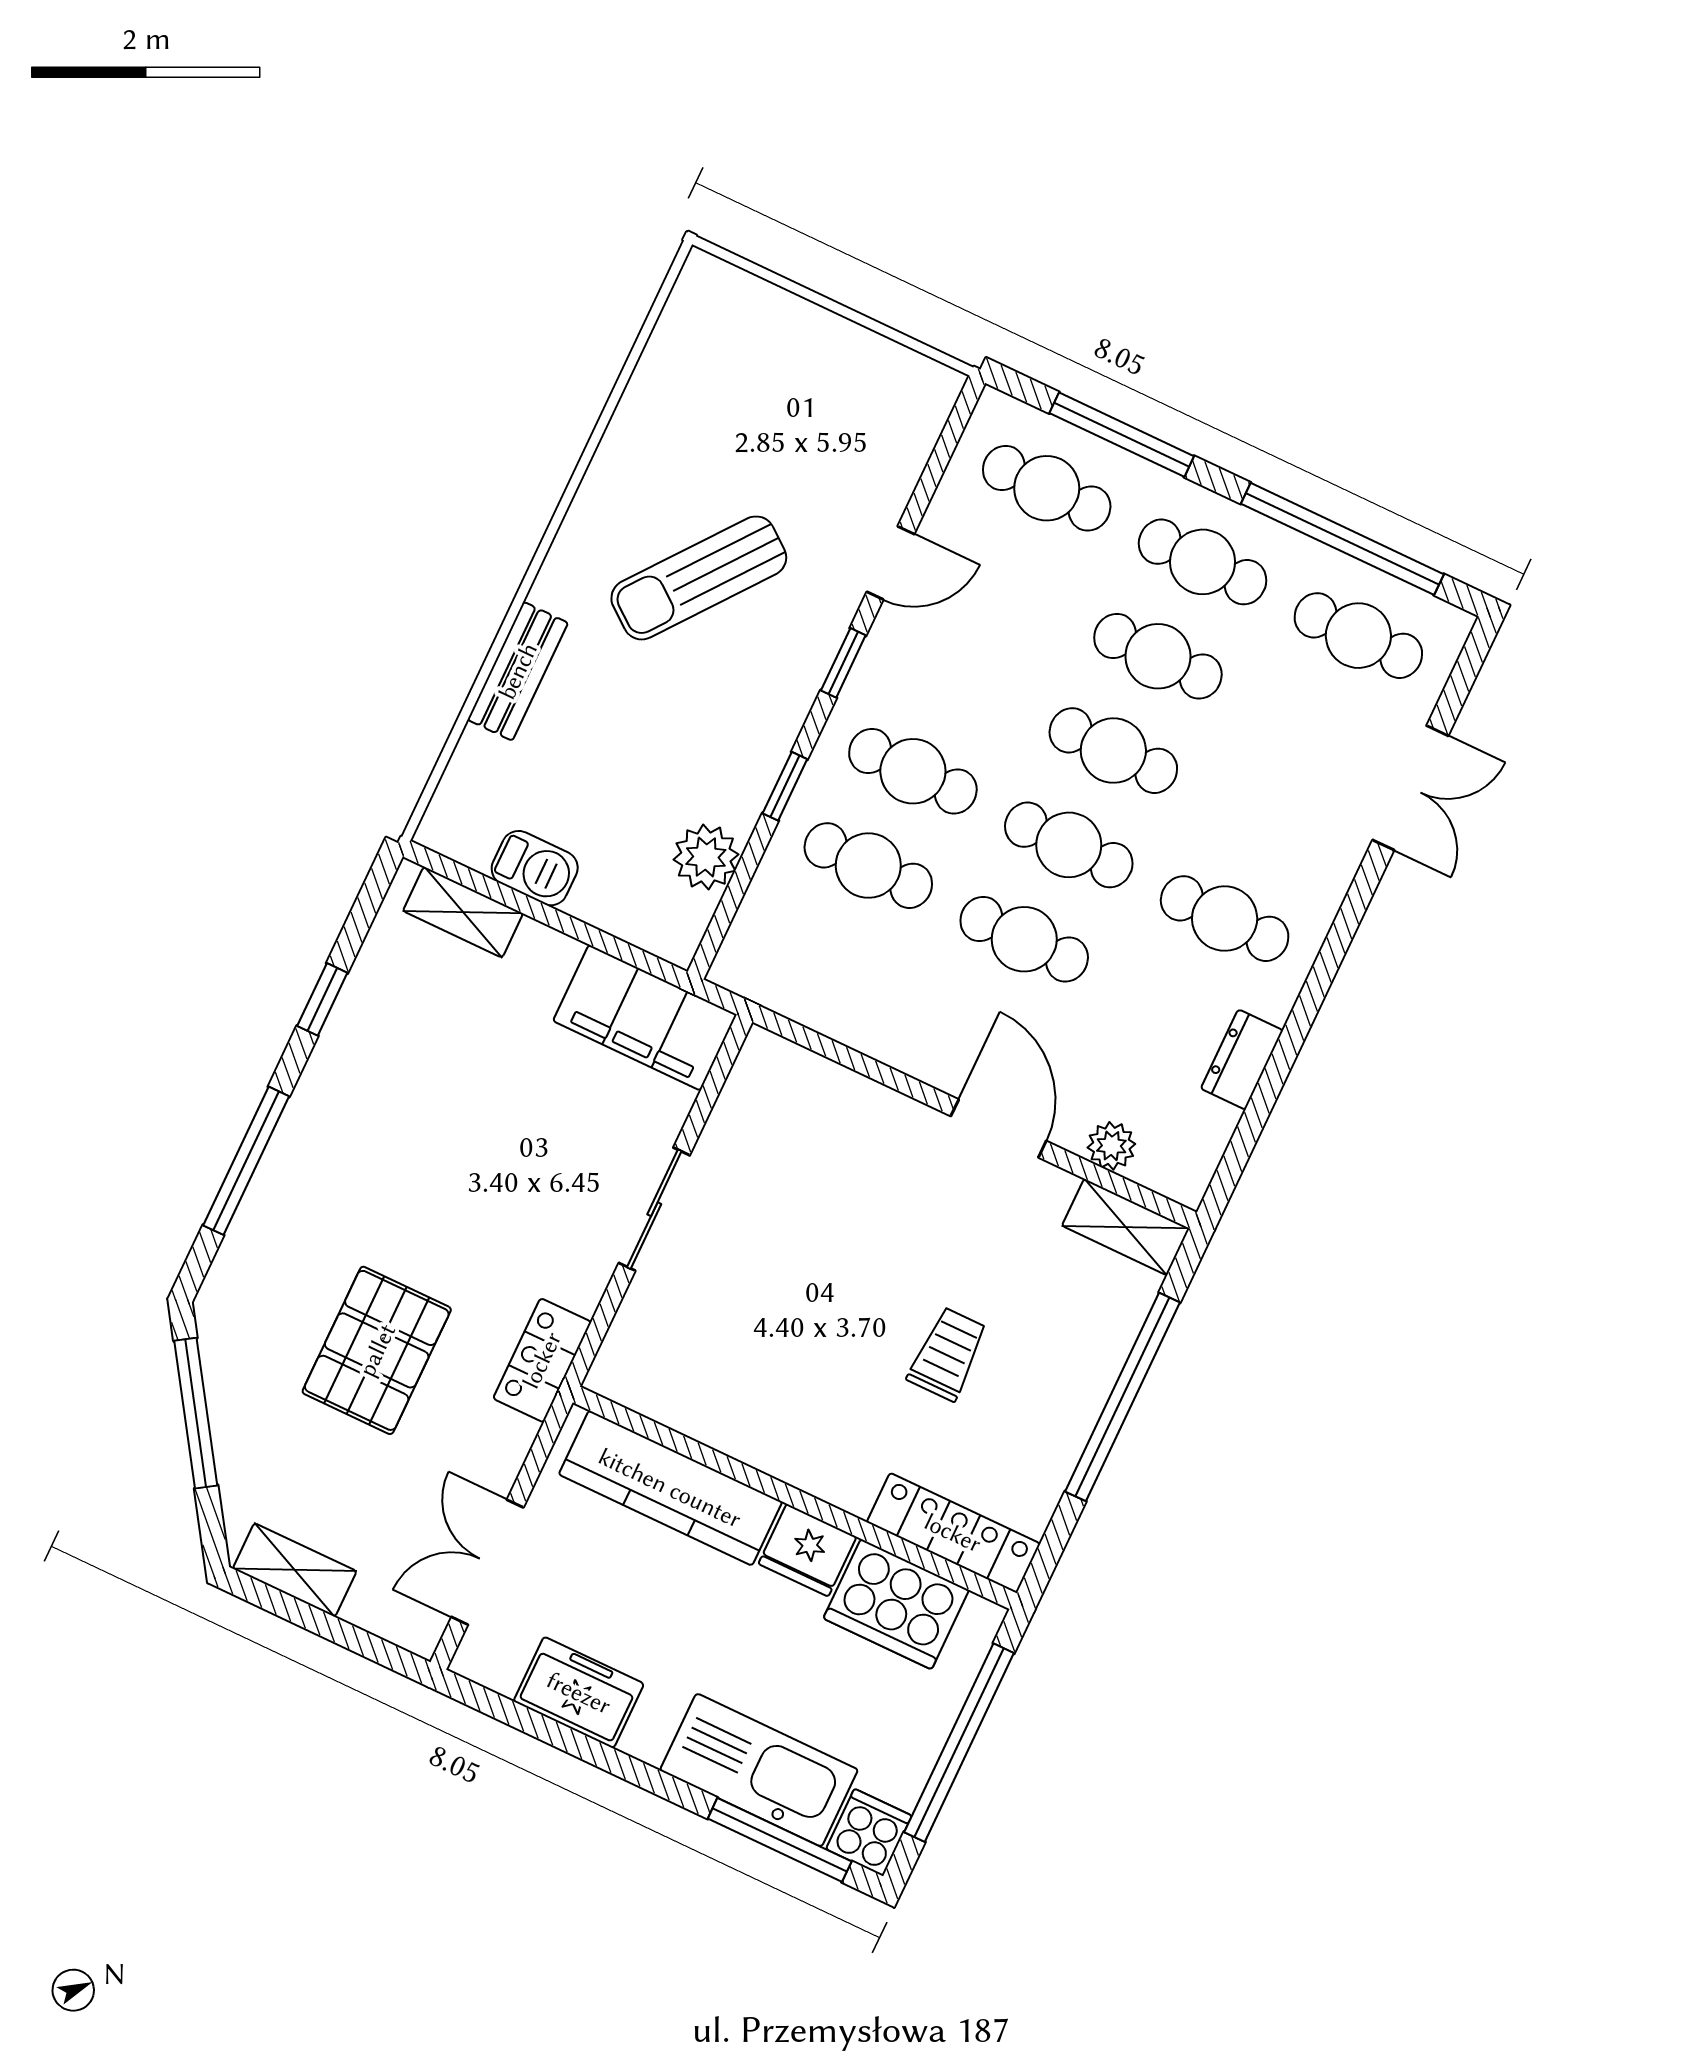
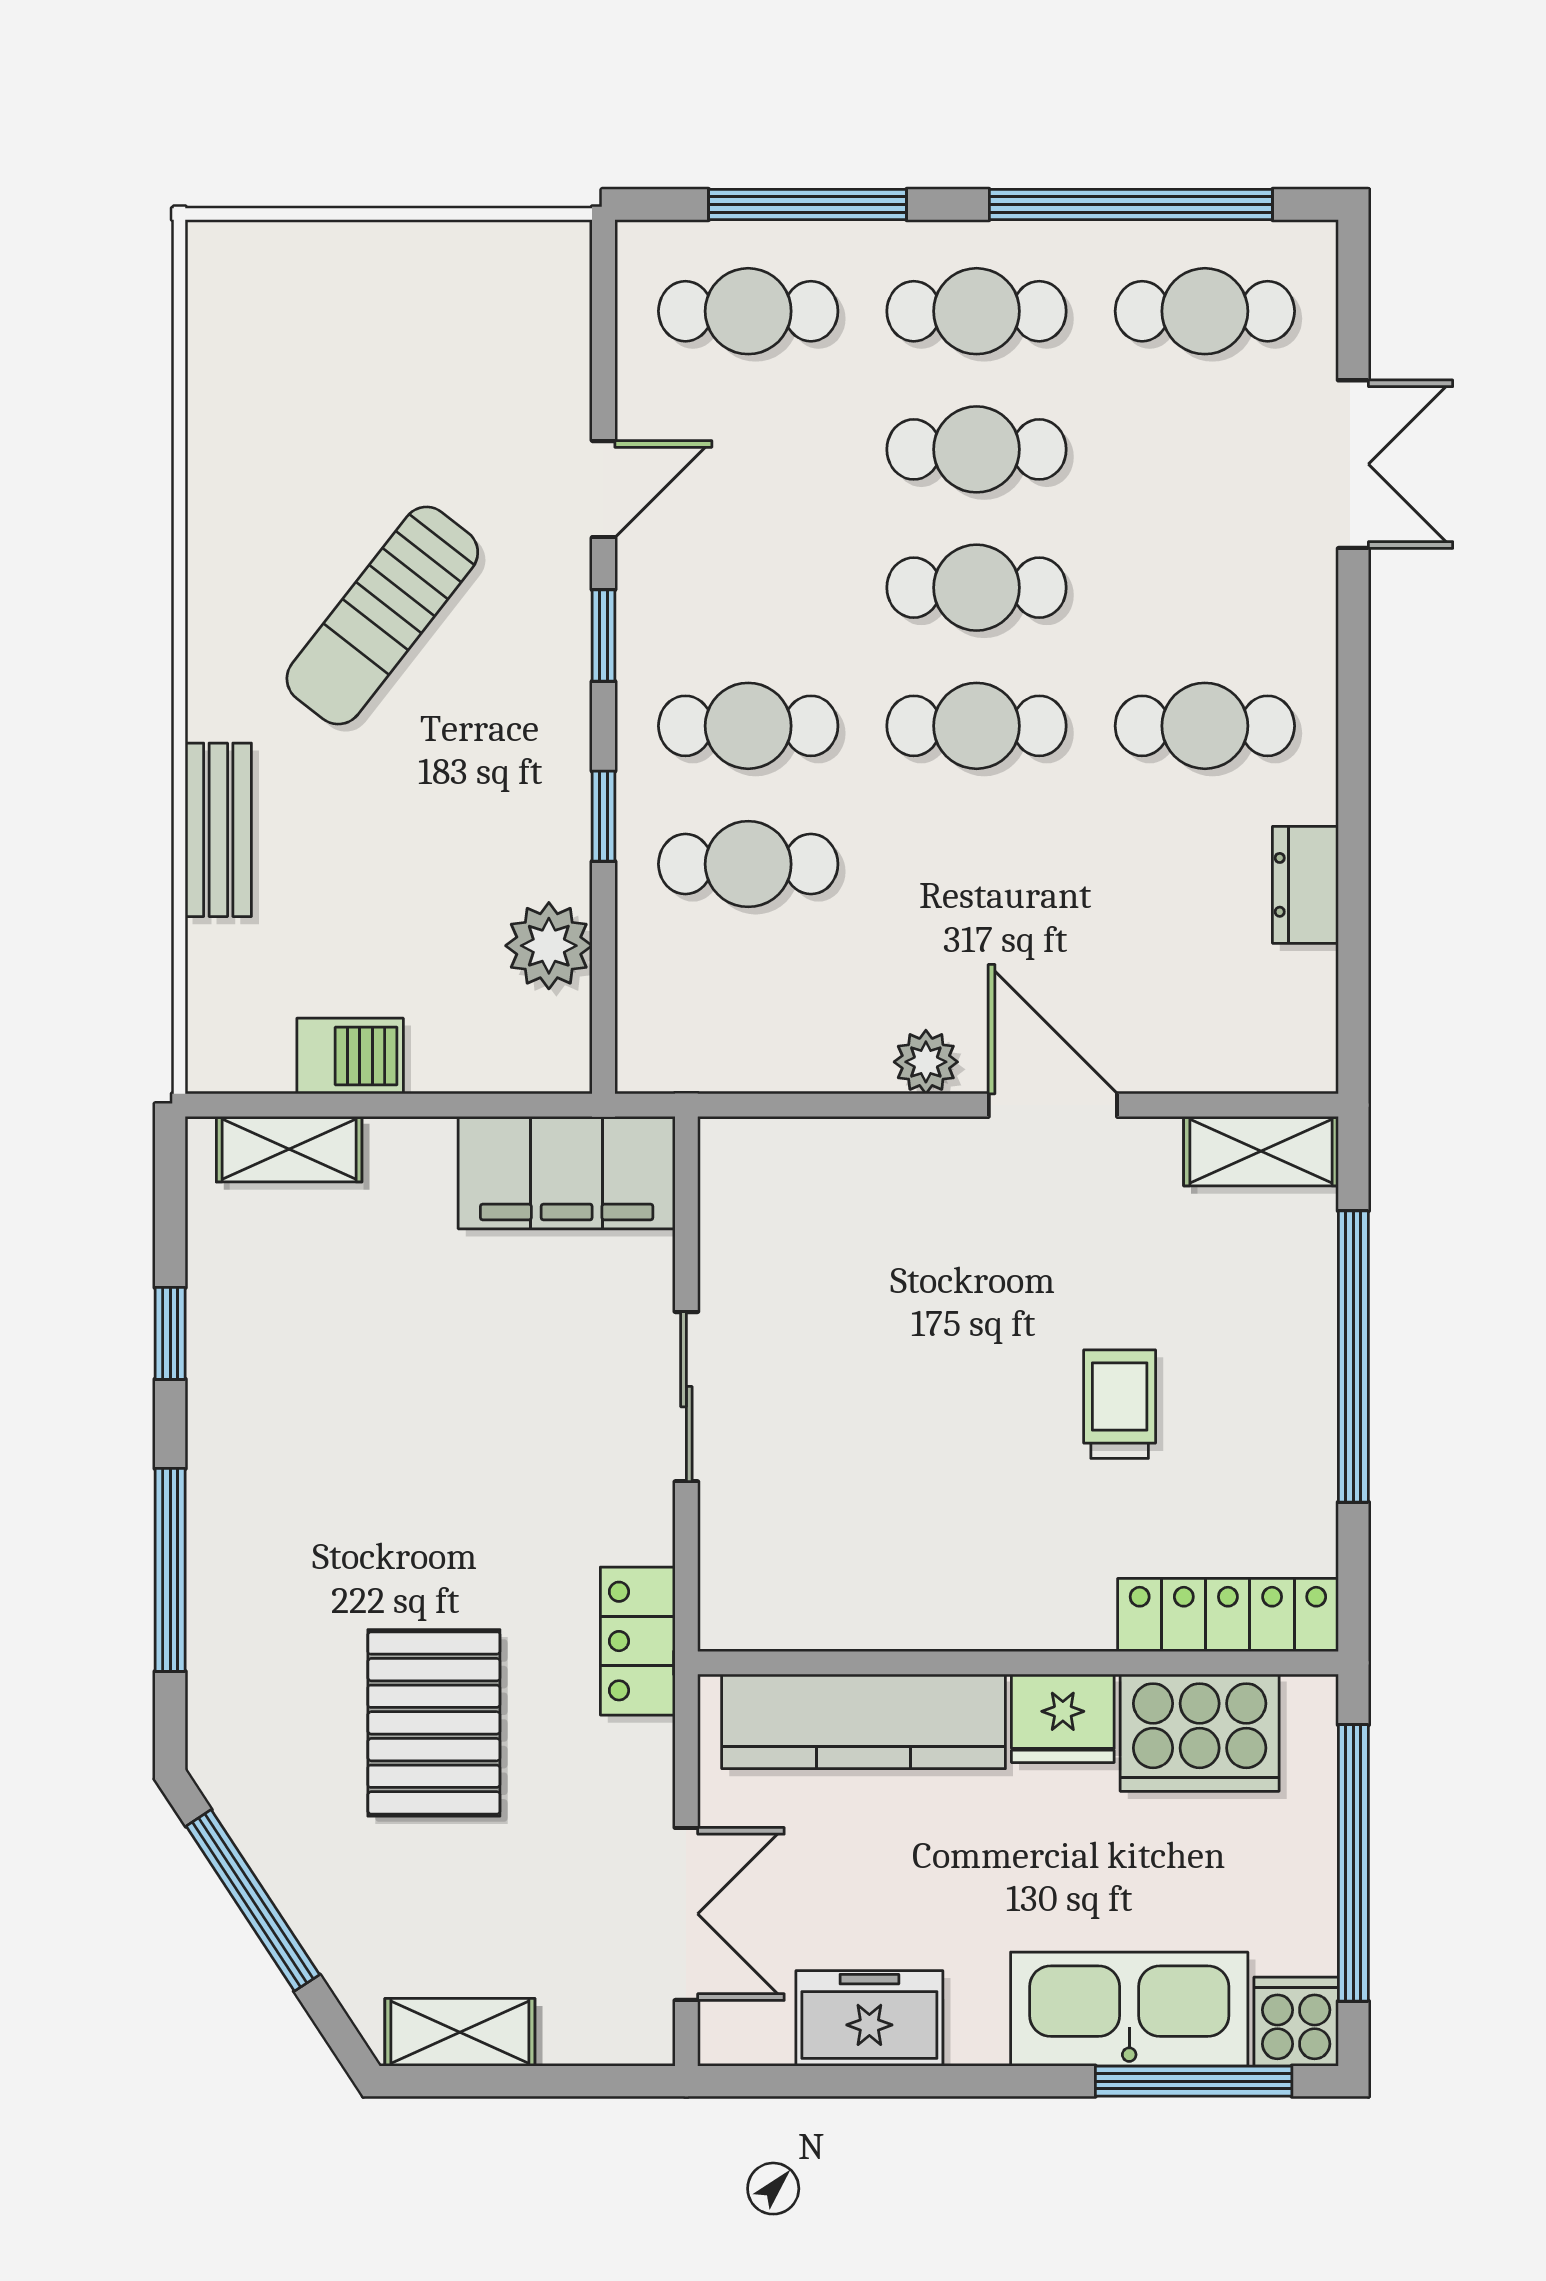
cafe table: (1024, 939) -> (977, 864), removed
plant: (1111, 1146) -> (926, 1062), moved
double door: (487, 1562) -> (686, 1914), swing flipped

